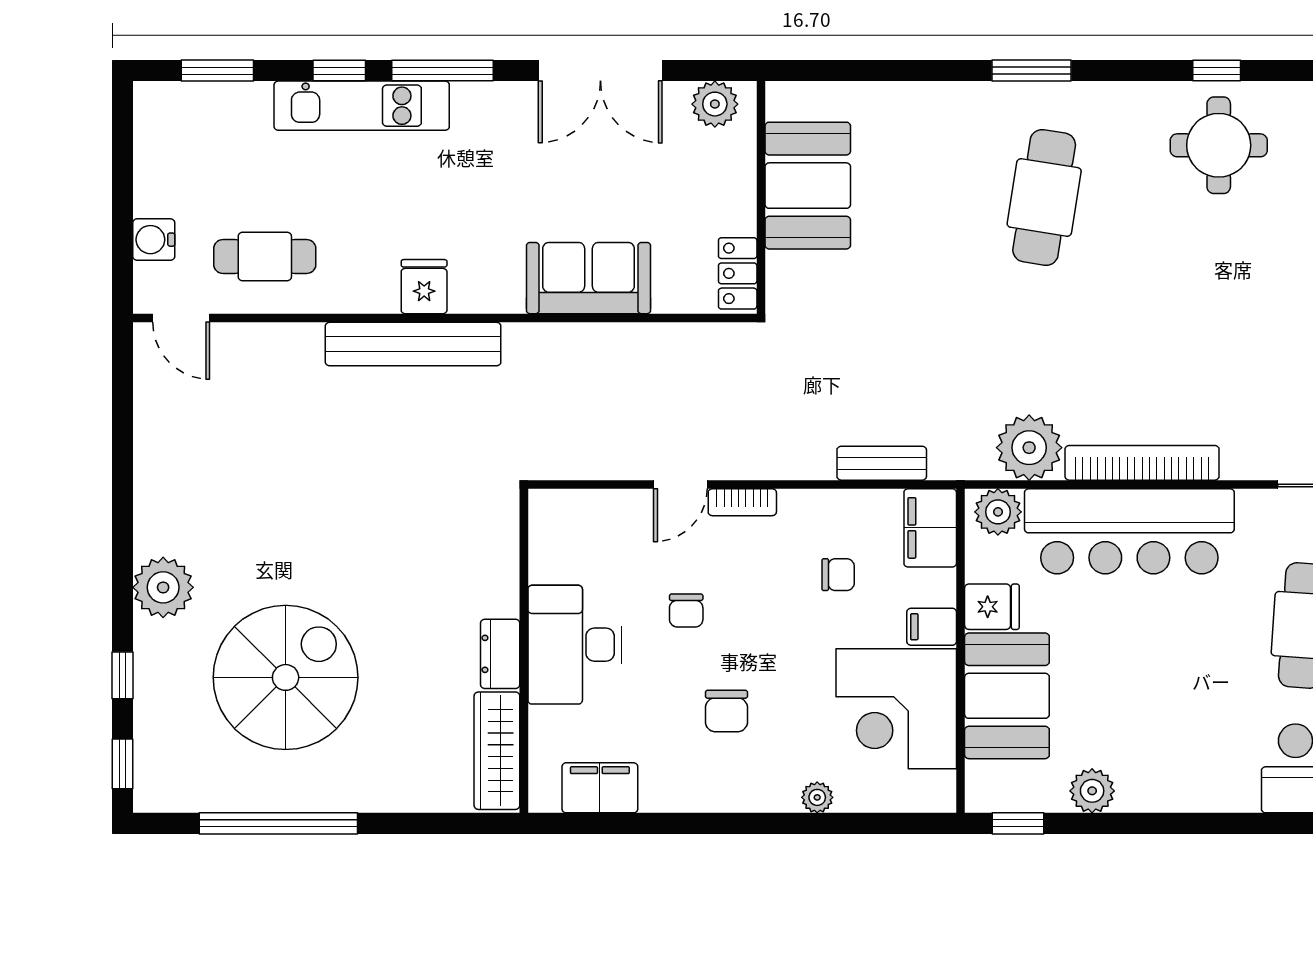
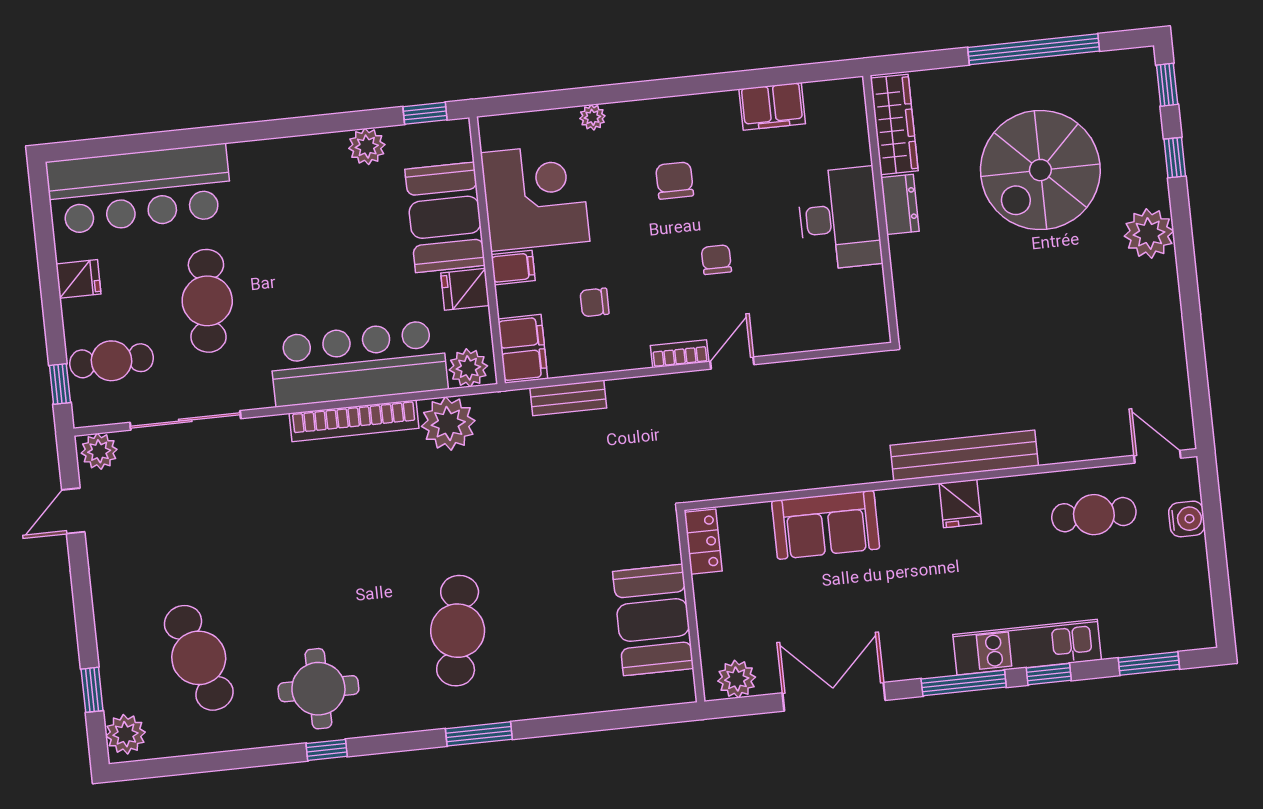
desk: (575, 645) -> (839, 218), moved
wall: (524, 651) -> (881, 209), moved
dresser: (500, 654) -> (900, 204), moved
wardrobe: (497, 751) -> (894, 124), moved

